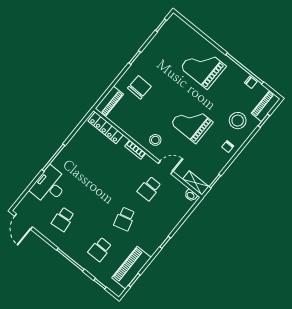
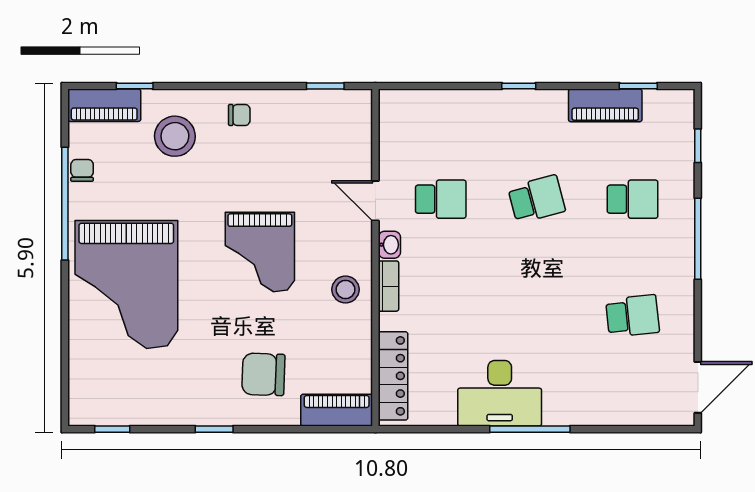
grand piano: (203, 67) -> (126, 285), width x1.37, depth x1.48
grand piano: (192, 123) -> (260, 252), moved
stool: (155, 140) -> (346, 289), moved
shelving: (196, 183) -> (359, 120), removed
desk: (50, 186) -> (500, 393), moved
washbasin: (191, 195) -> (389, 245), moved
piano: (131, 268) -> (605, 105), width x0.73, depth x0.75

